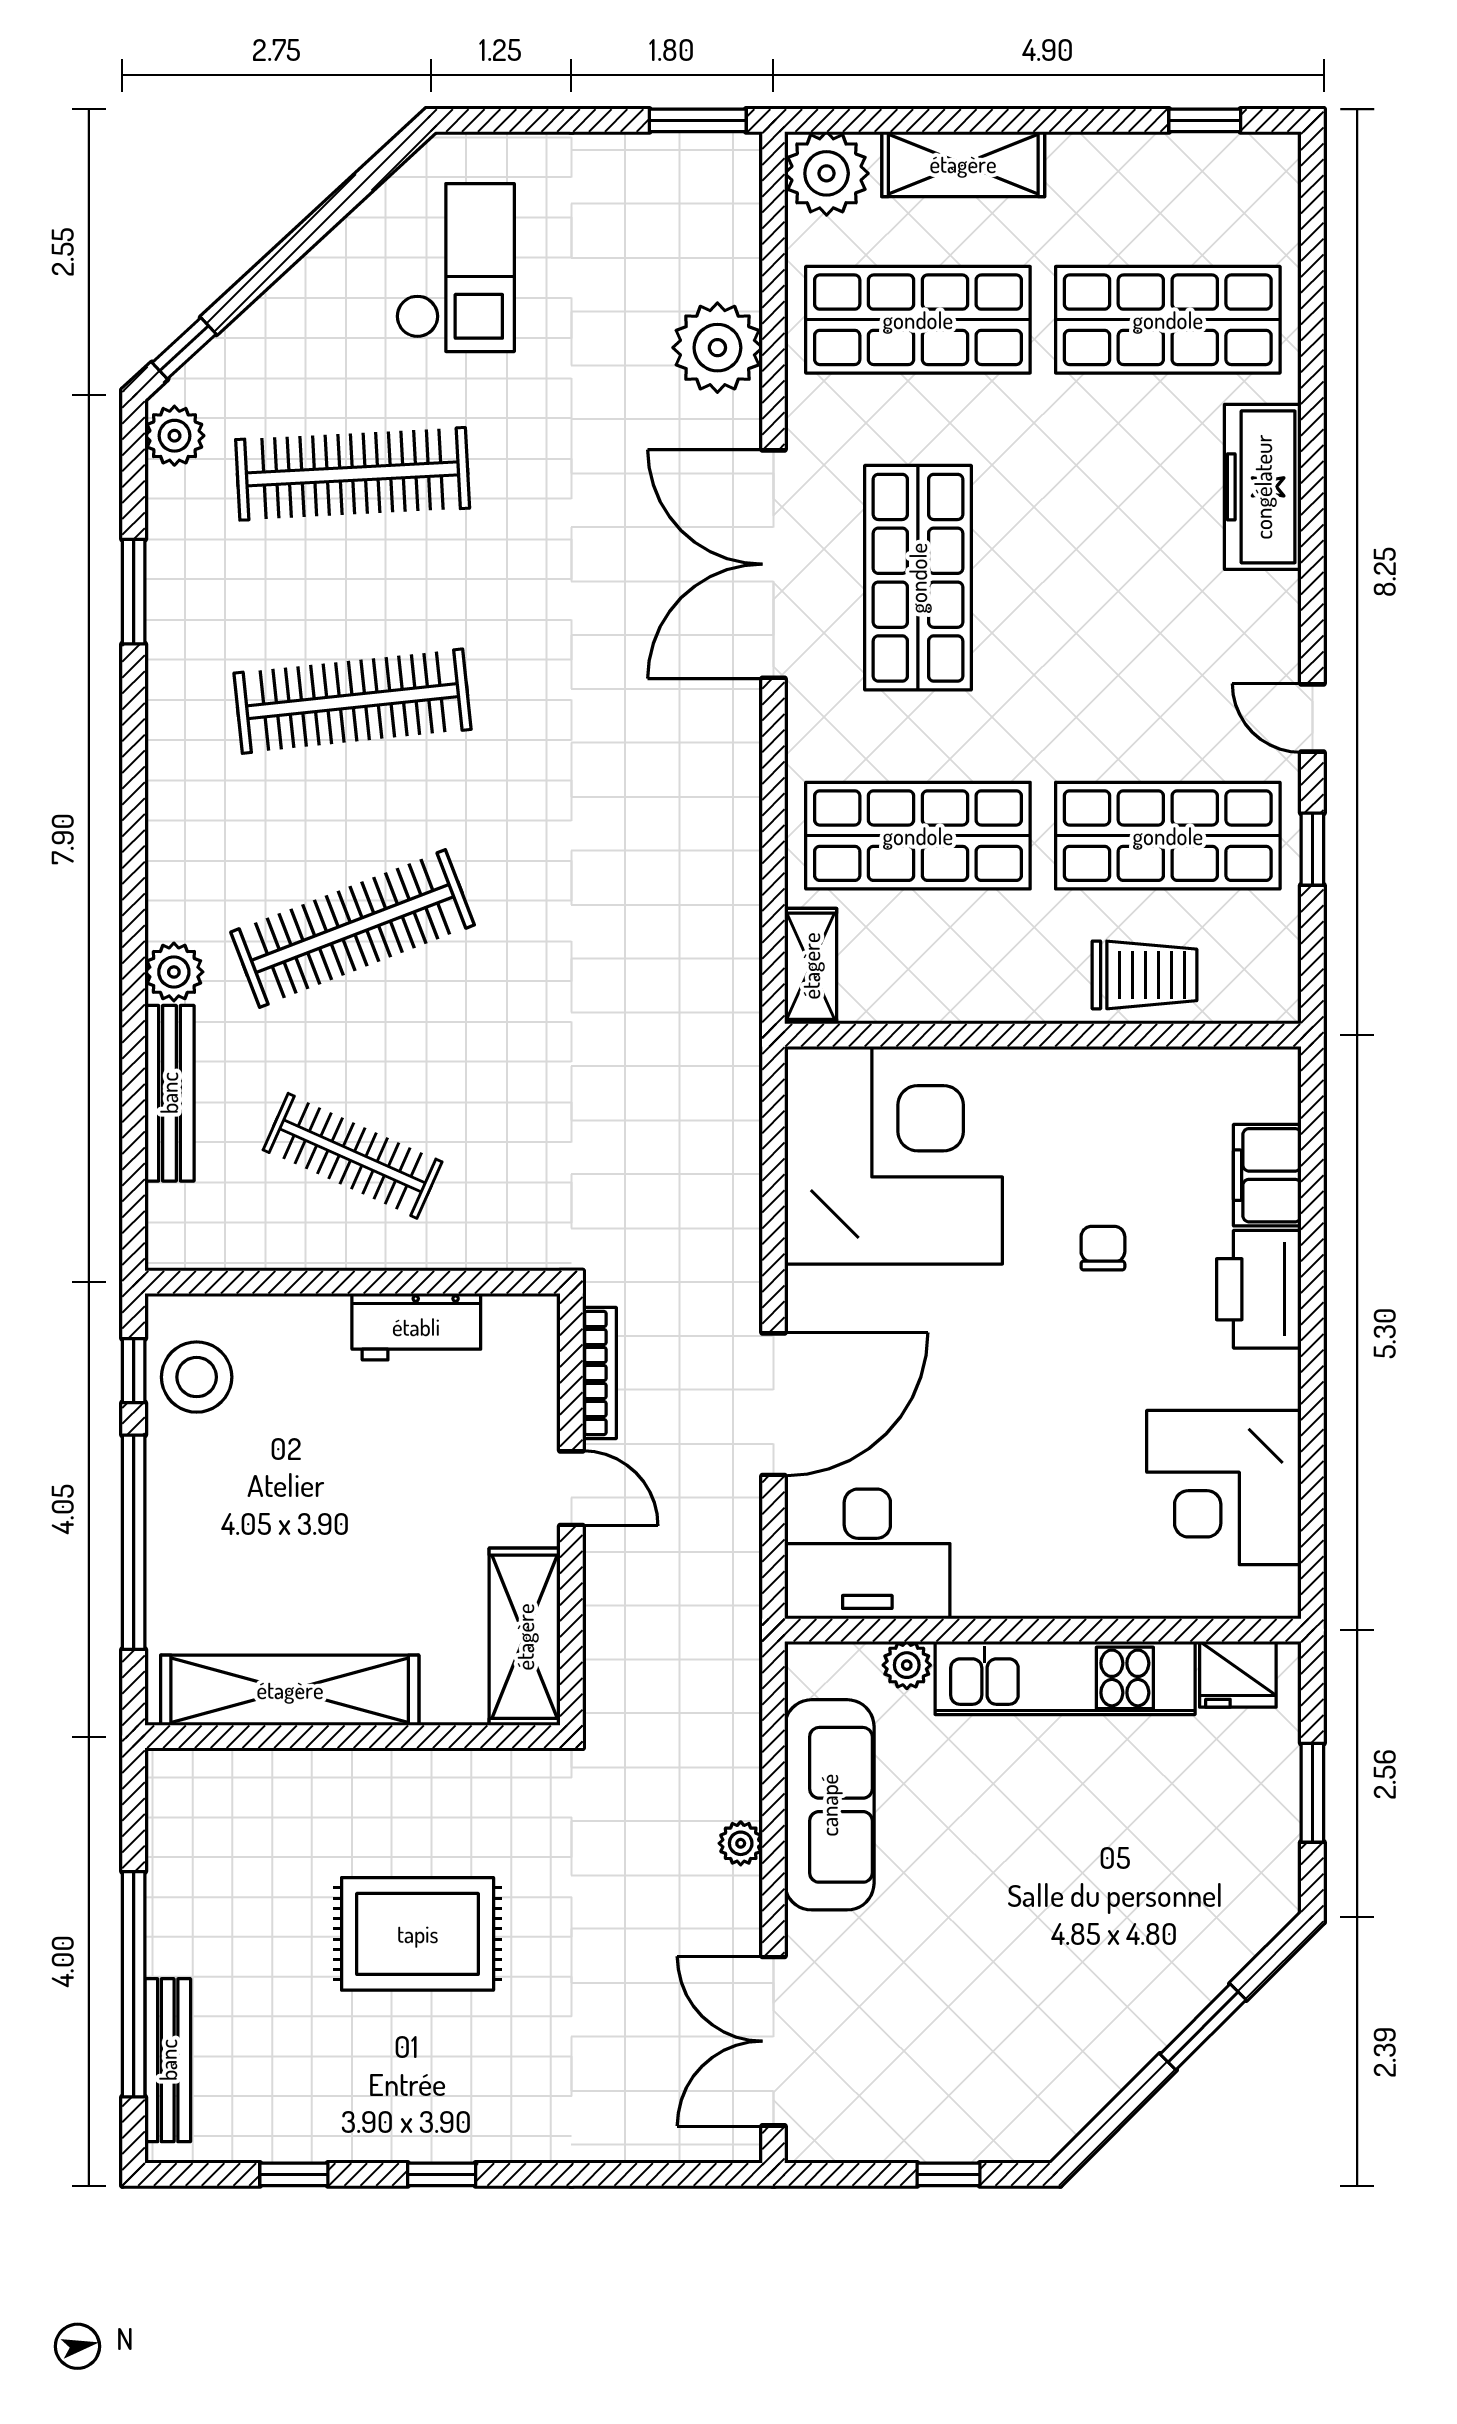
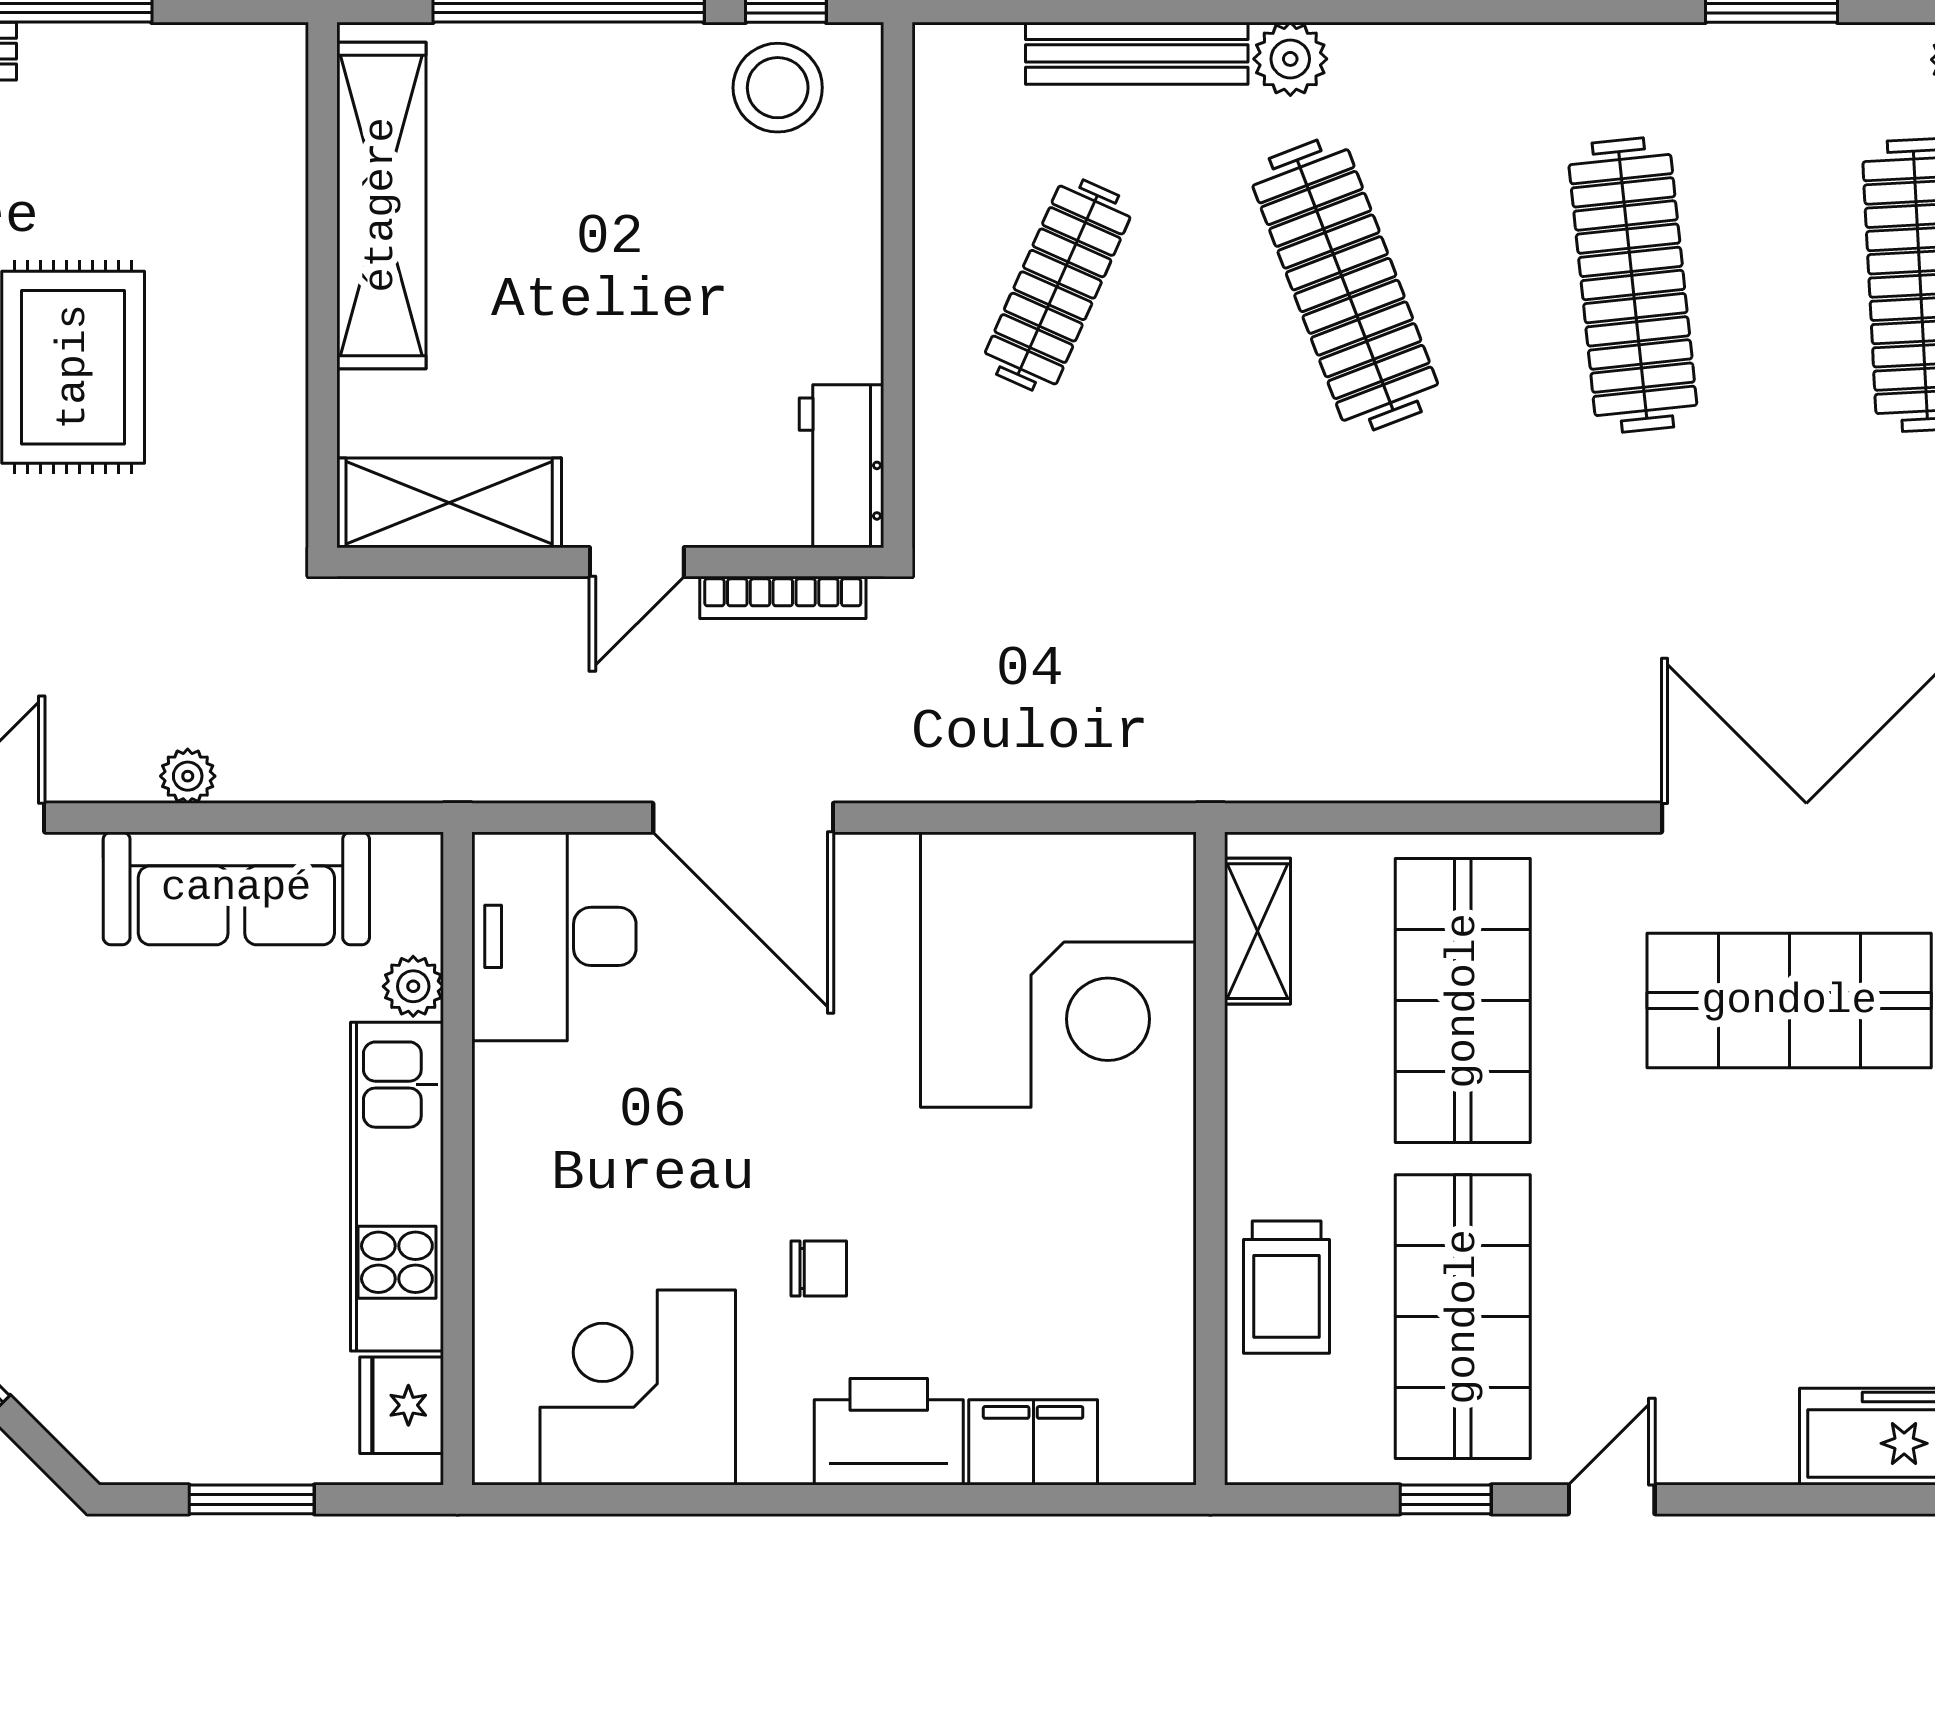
shelving: (811, 966) -> (1257, 931), moved, turned 90
chair: (1103, 1248) -> (819, 1268), moved
workbench: (416, 1327) -> (842, 466), moved

